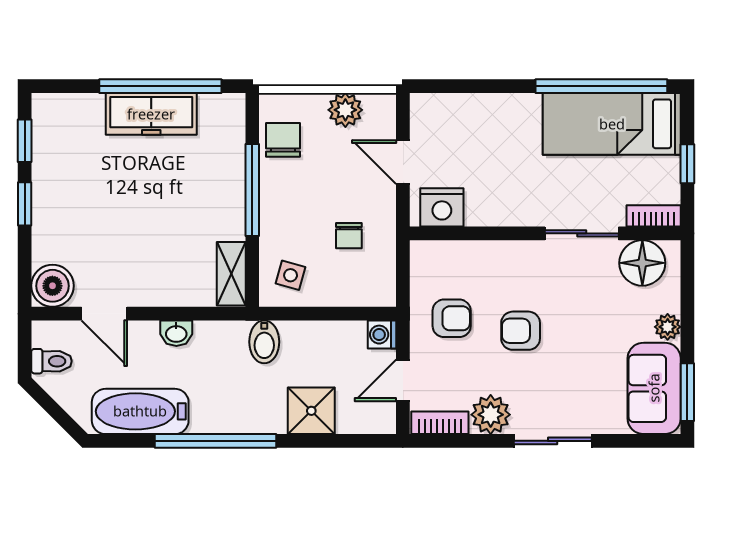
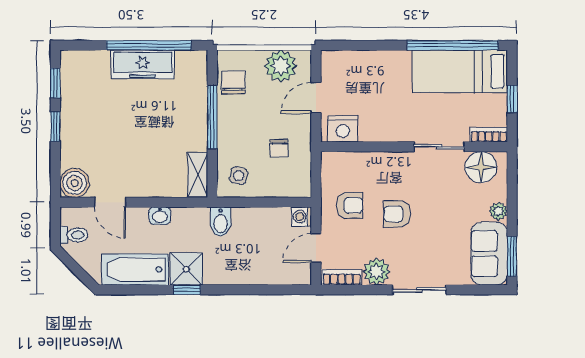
plant: (345, 110) -> (281, 66), width x1.36, depth x1.36
door: (403, 162) -> (316, 98), hinge flipped
shower: (311, 411) -> (186, 269), moved
window: (216, 441) -> (187, 290), width x0.32

